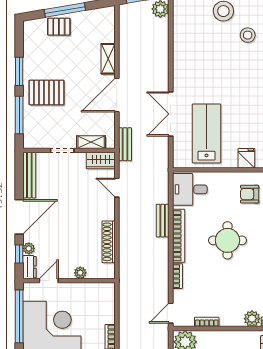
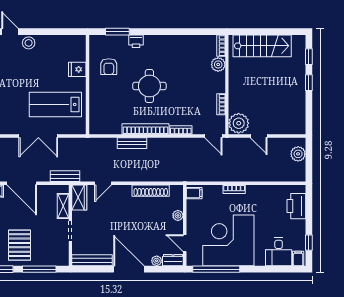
desk: (190, 189) -> (105, 119), removed
window: (19, 254) -> (161, 269), removed
filing cabinet: (106, 291) -> (194, 193), added

